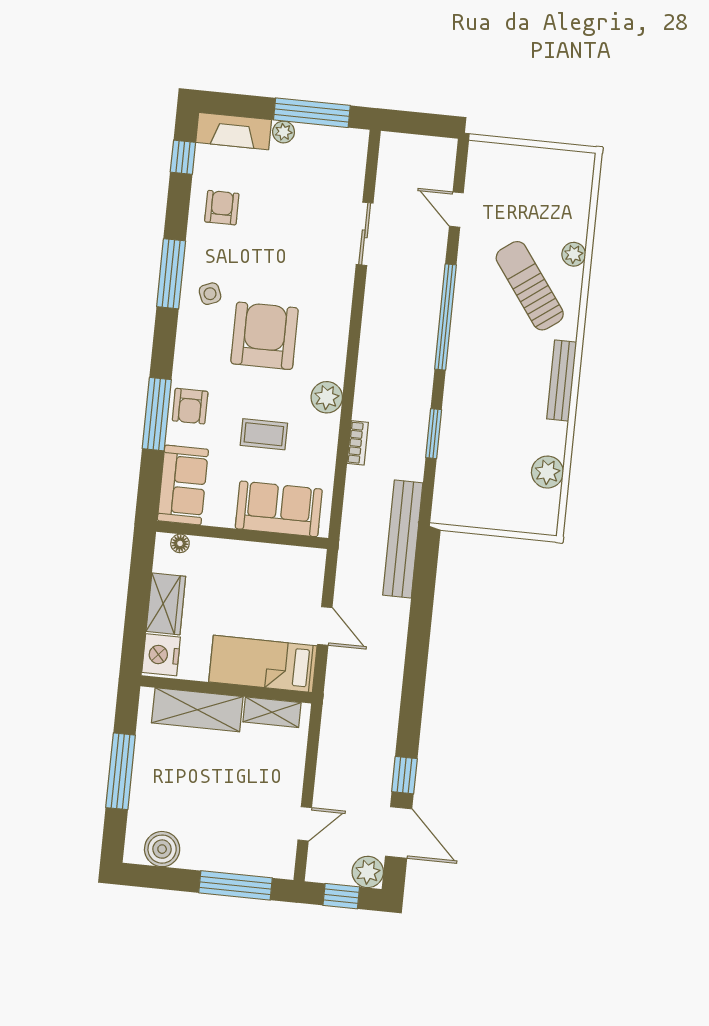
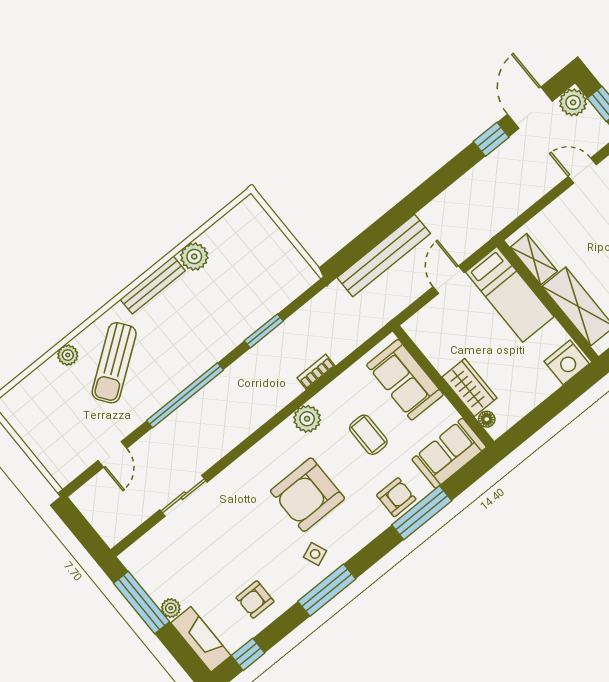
plant: (547, 472) -> (194, 257), moved
bench: (403, 539) -> (384, 255), moved
wardrobe: (166, 604) -> (470, 387), moved, turned 90

